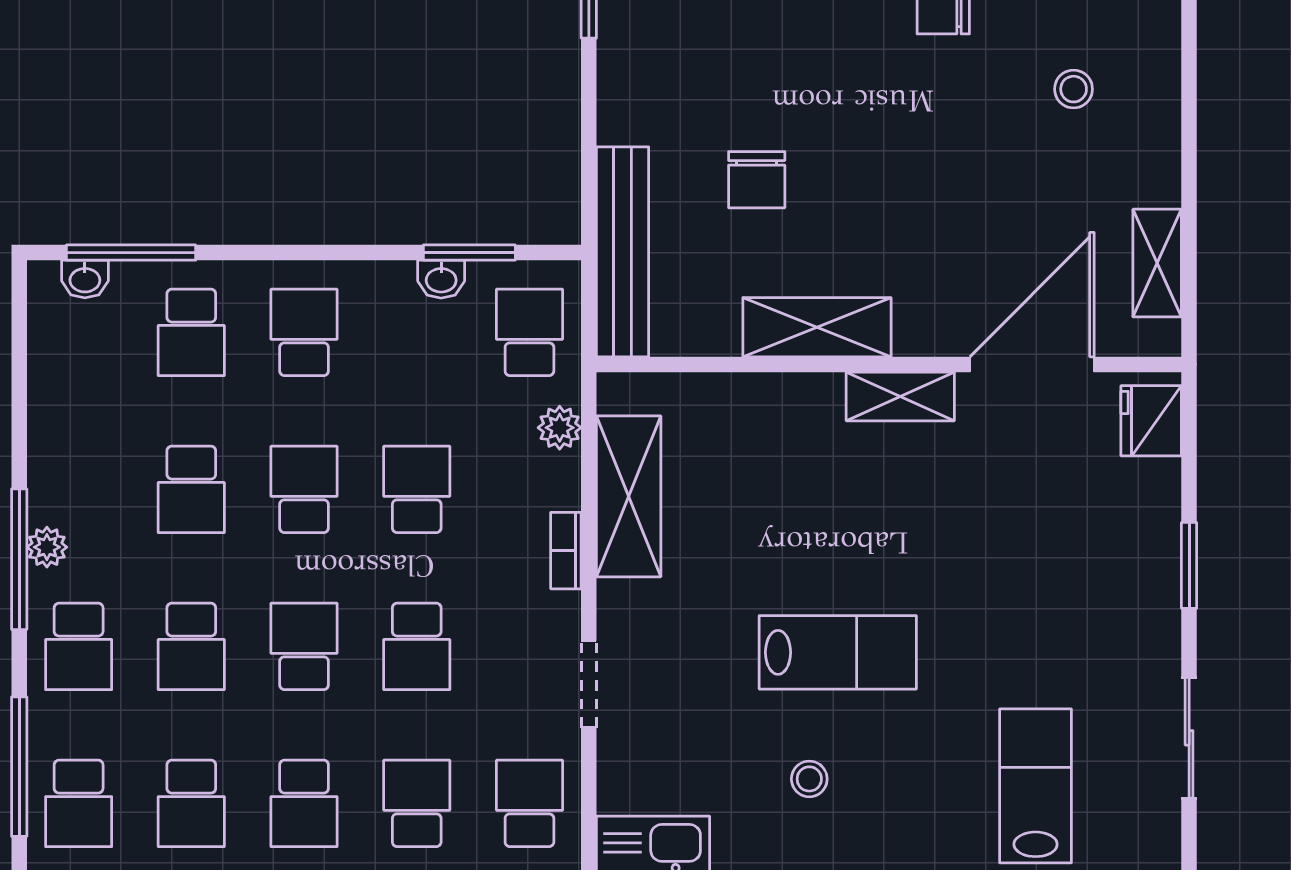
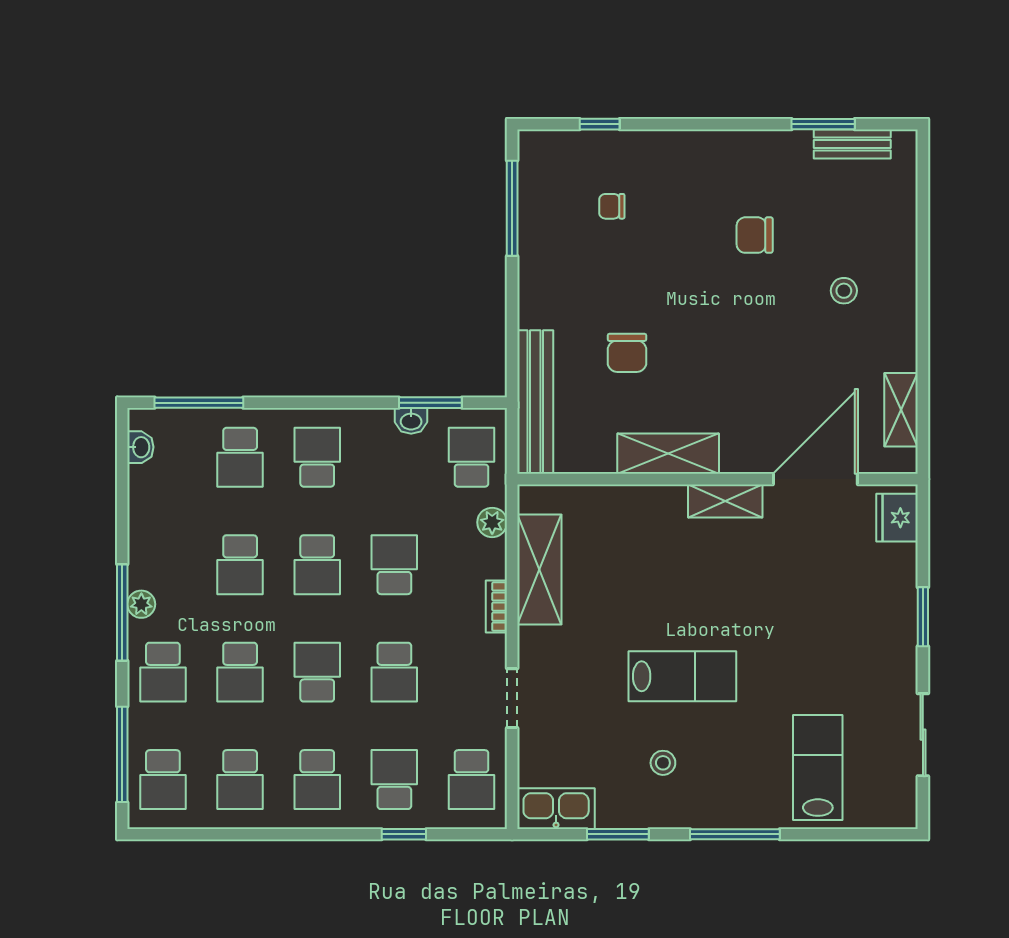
washbasin: (85, 279) -> (140, 447), moved, turned -90
school desk: (304, 489) -> (317, 565), turned 180
school desk: (529, 803) -> (471, 780), turned 180

